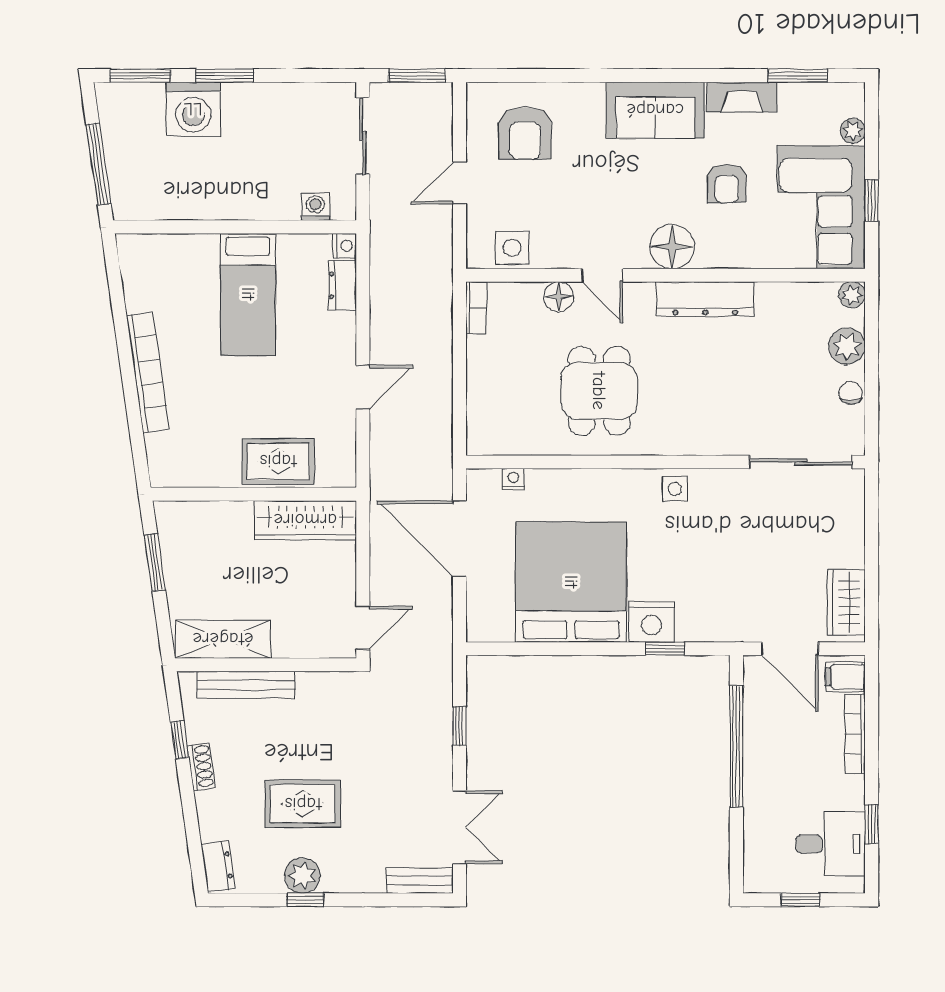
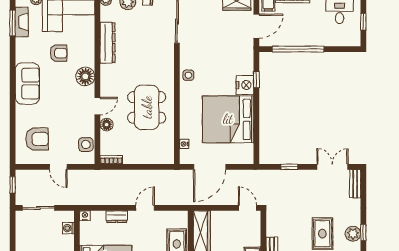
window: (417, 76) -> (13, 185), width x0.67
fireplace: (742, 97) -> (22, 22), moved
dresser: (342, 285) -> (117, 217), moved
dresser: (705, 299) -> (108, 43), moved
door: (363, 387) -> (145, 208), hinge flipped
dining table: (599, 391) -> (147, 107), width x1.37

